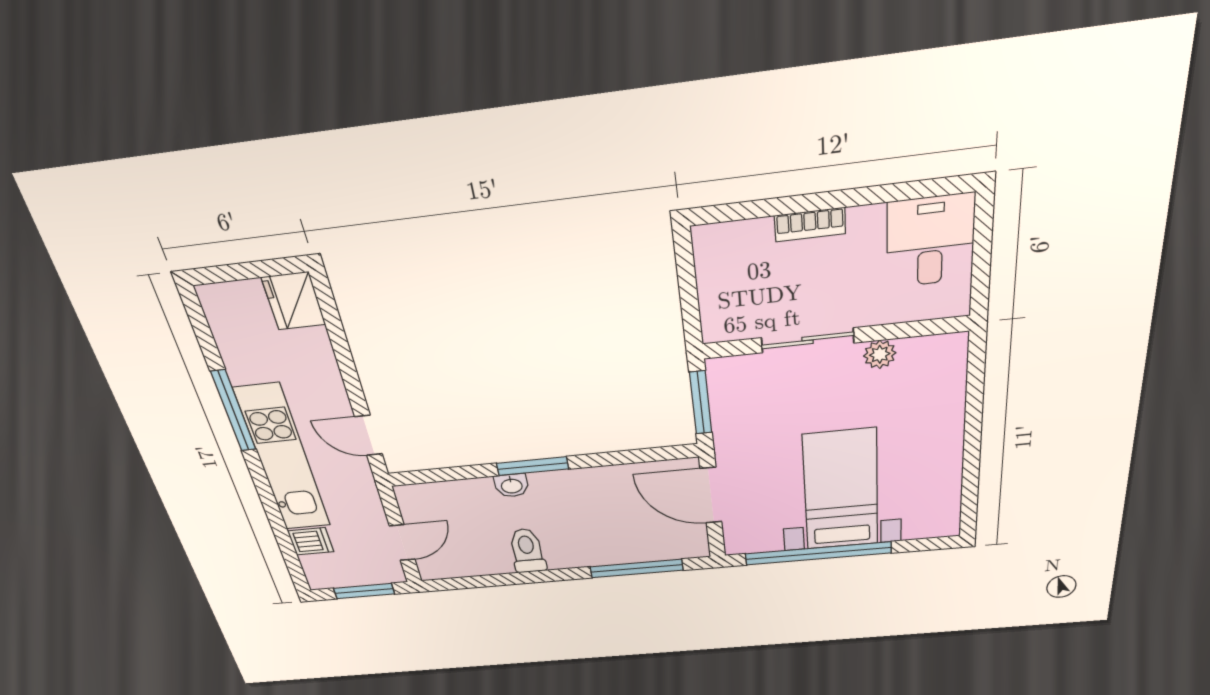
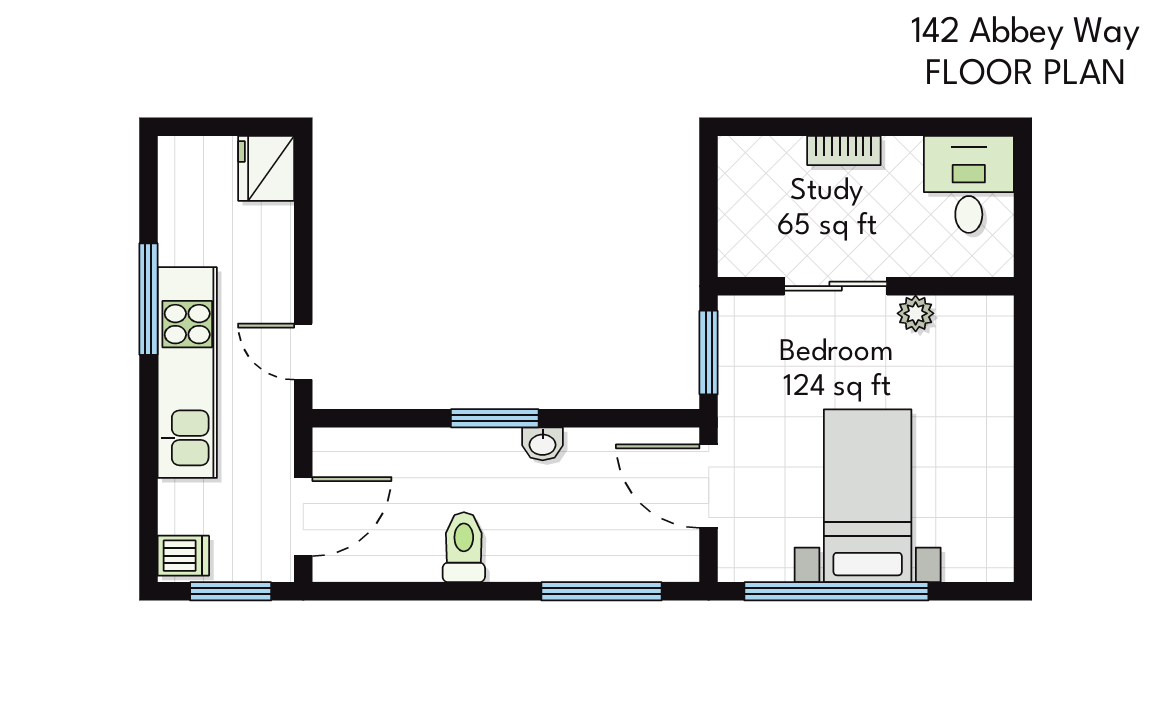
washbasin: (512, 485) -> (543, 444), moved
dishwasher: (311, 541) -> (183, 556), moved
door: (402, 543) -> (303, 517), width x1.38

